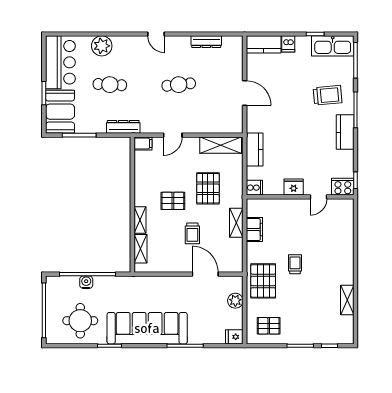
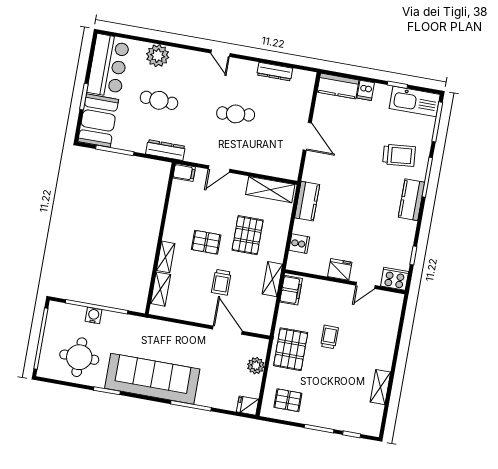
fridge: (294, 187) -> (340, 269), moved
cooker: (343, 187) -> (395, 279), moved
wall: (300, 197) -> (345, 282), moved
door: (318, 197) -> (365, 285), moved

